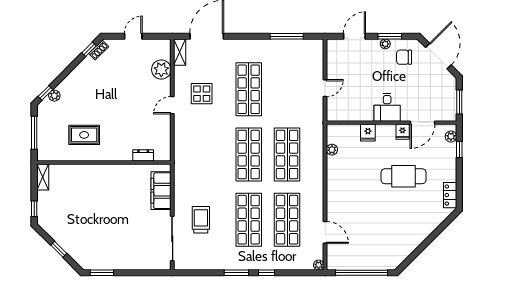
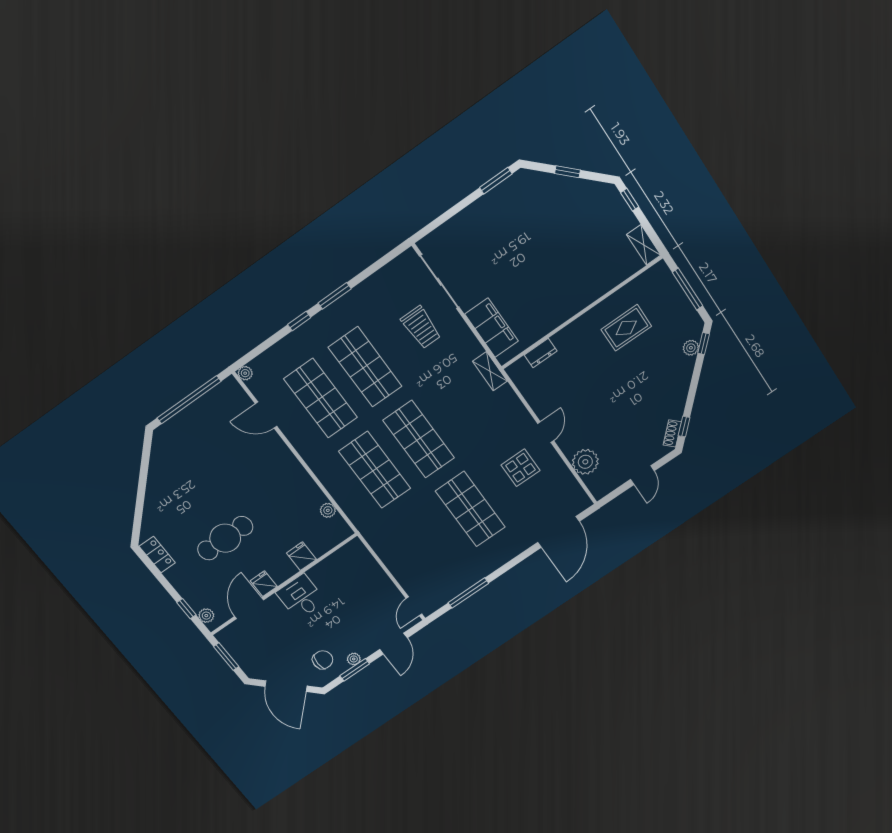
shelving: (180, 52) -> (490, 371), moved
door: (325, 88) -> (414, 606), moved

